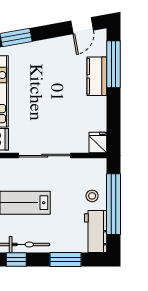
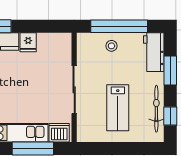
fridge: (98, 143) -> (28, 42), moved, turned -90
workbench: (96, 231) -> (154, 52), moved, turned 90

